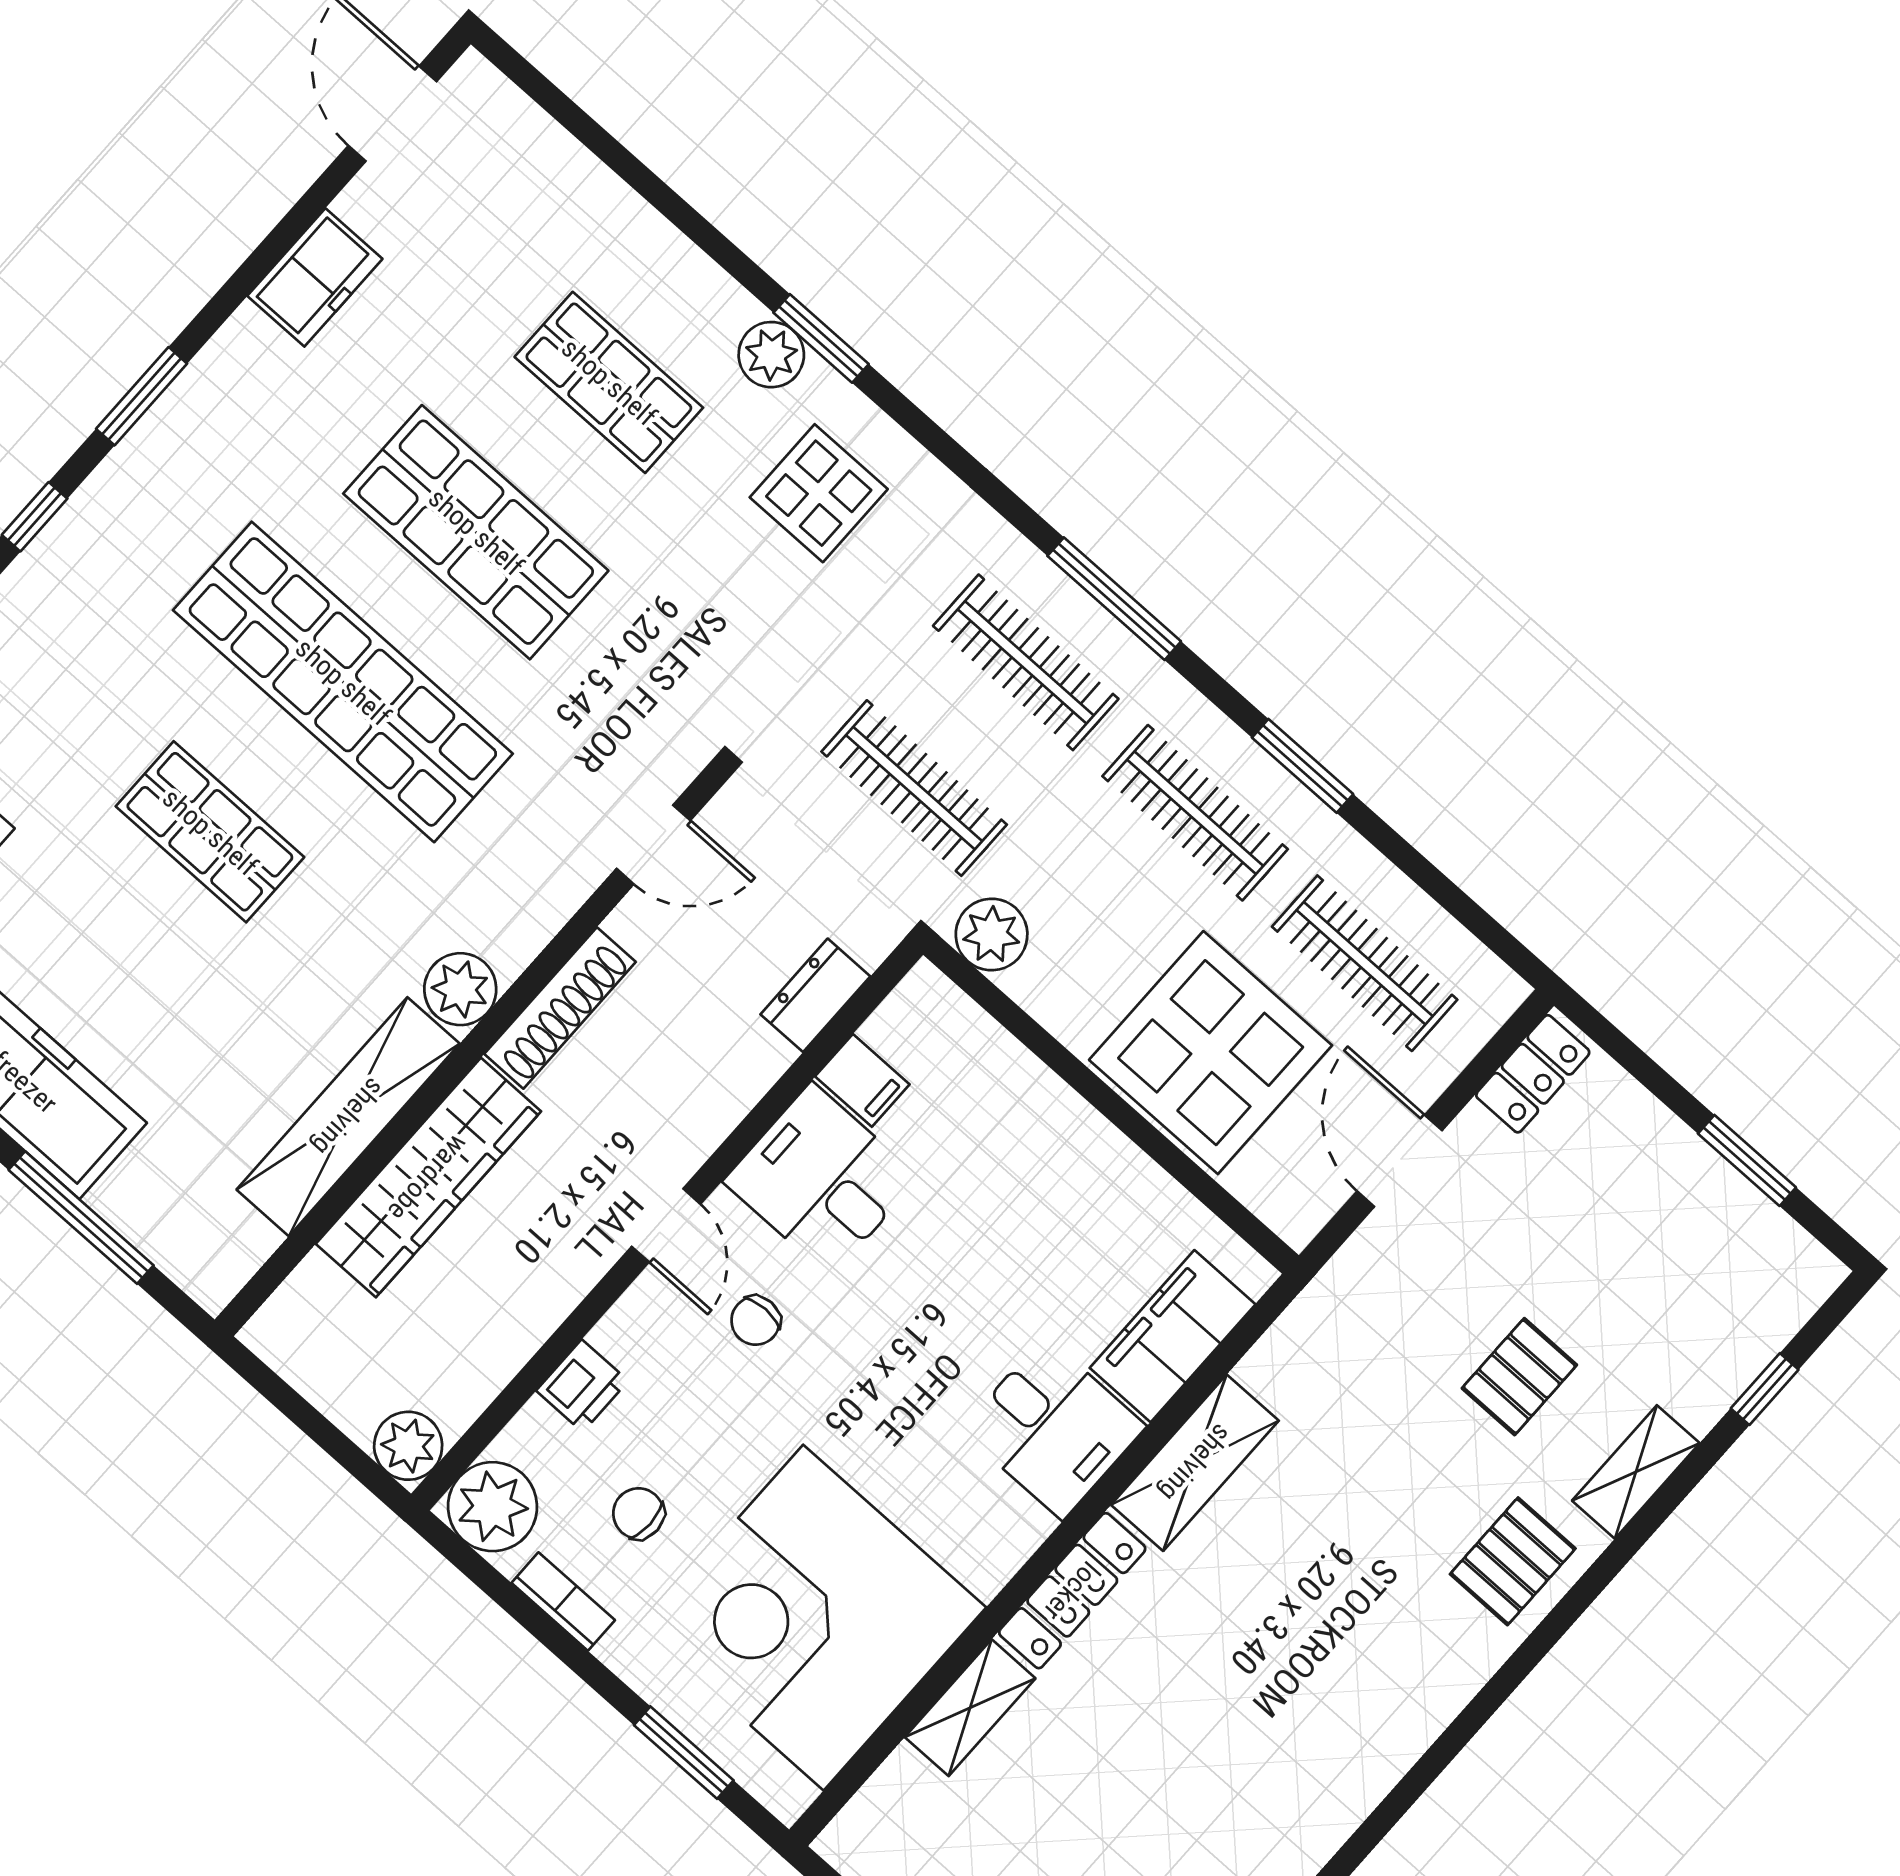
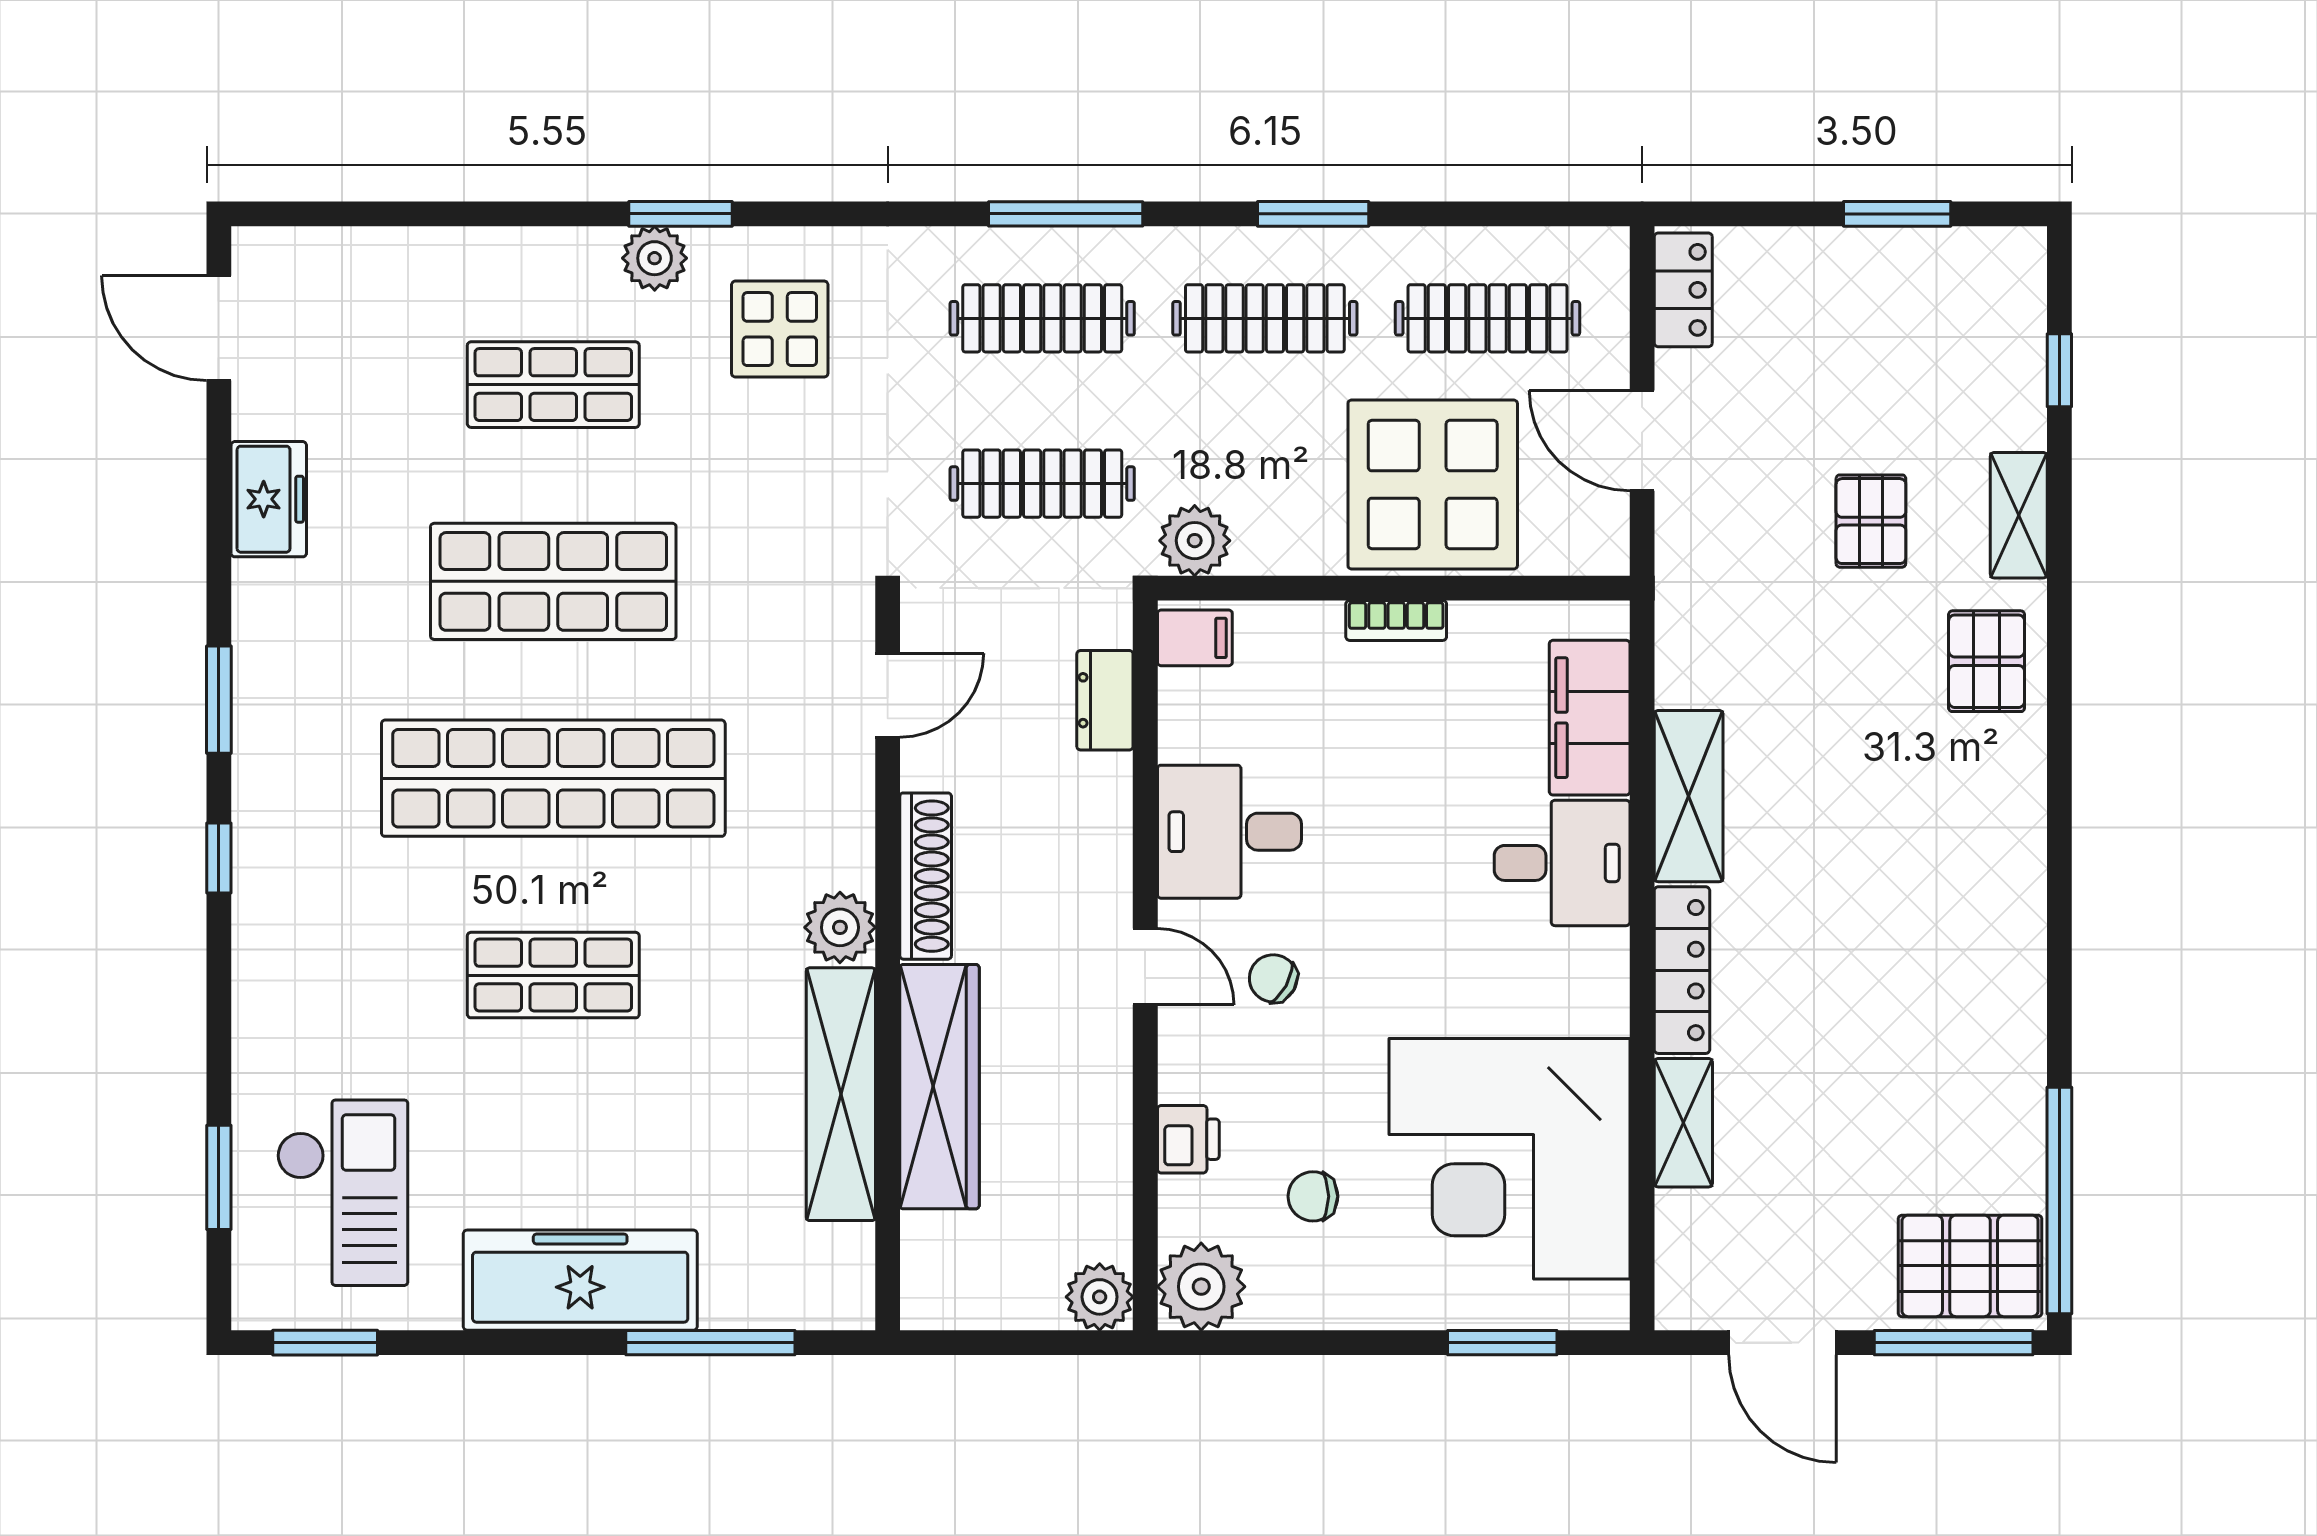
filing cabinet: (862, 1080) -> (1195, 638), moved
chair: (756, 1321) -> (1273, 978), turned 119
bookcase: (563, 1601) -> (1396, 620), moved, turned 180

